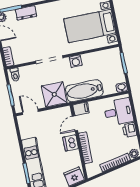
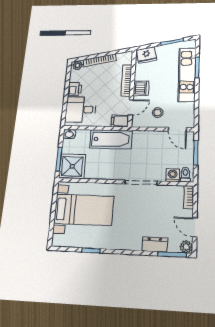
washing machine: (76, 61) -> (173, 175), moved
shower: (54, 94) -> (72, 166), moved
stool: (51, 124) -> (158, 113), added

